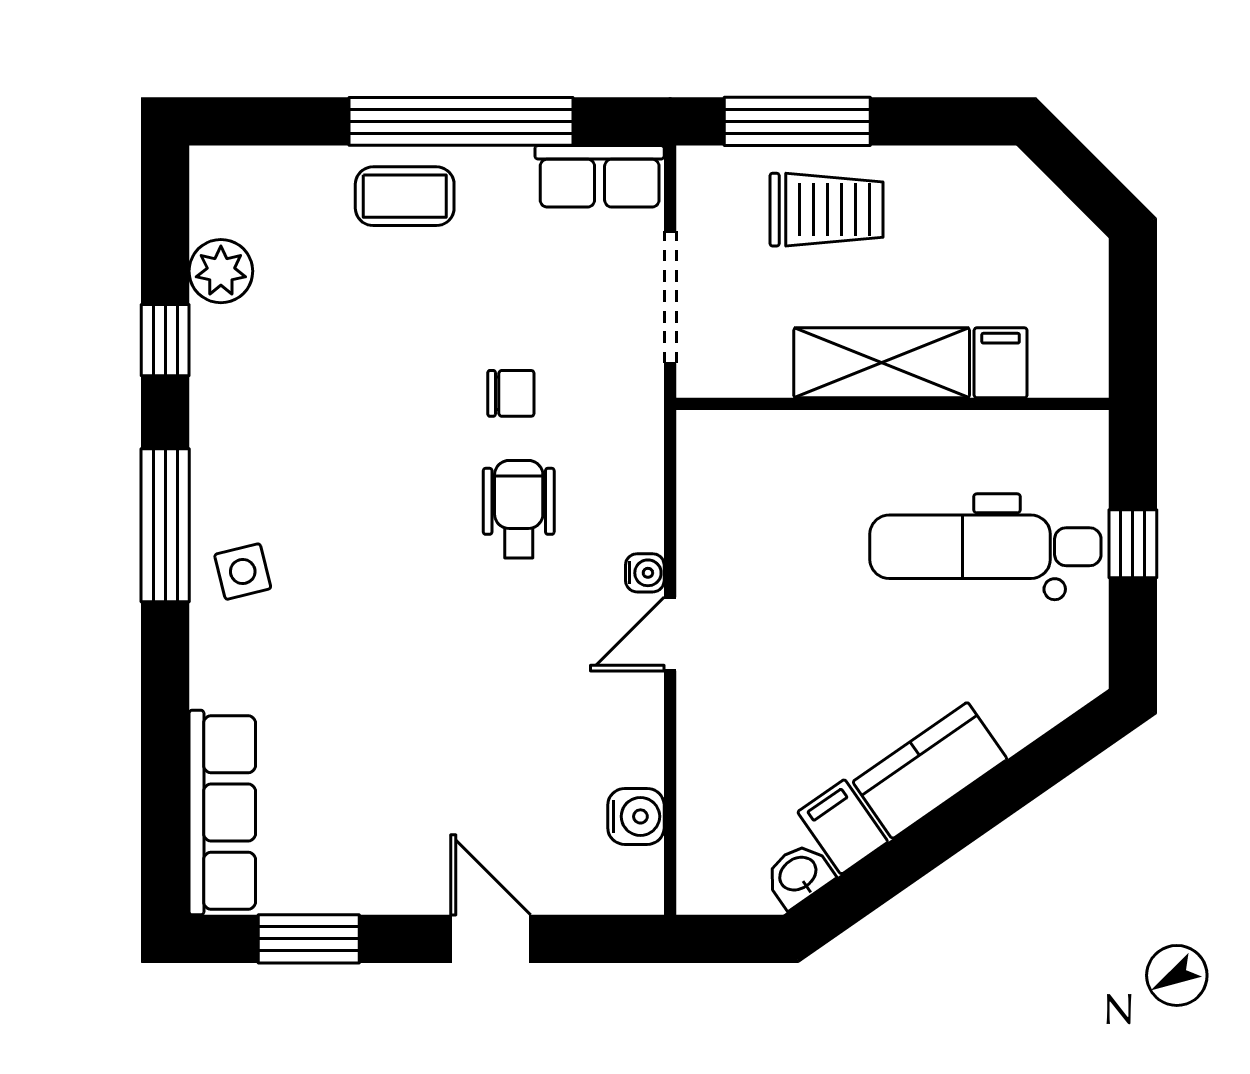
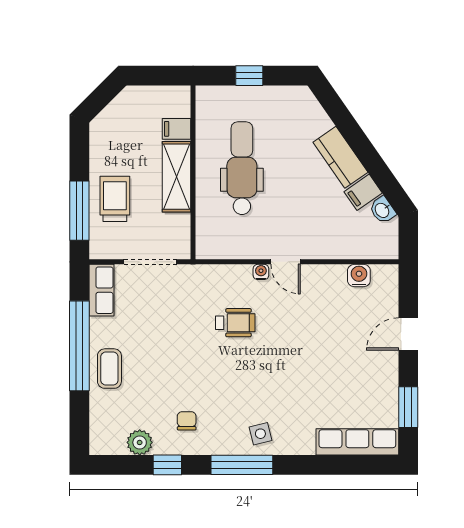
chair: (511, 393) -> (187, 421), moved
wheelchair: (519, 509) -> (235, 323), turned 180
dental chair: (985, 547) -> (242, 168), moved, turned 180

